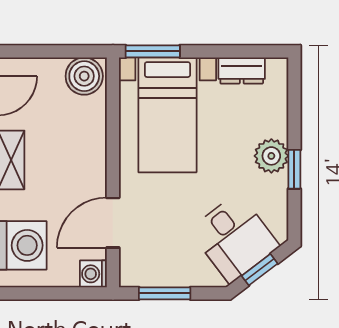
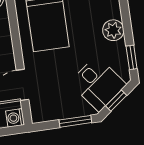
window: (294, 169) -> (132, 57), moved
window: (165, 293) -> (75, 121), moved

